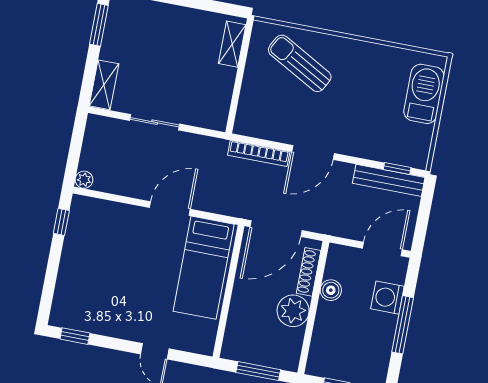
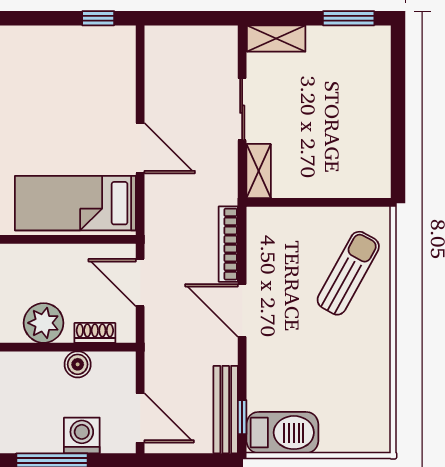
shelving: (232, 44) -> (259, 171), moved, turned 90
barbecue: (424, 94) -> (282, 433), moved
plant: (84, 180) -> (155, 36), removed
door: (276, 229) -> (140, 283), width x0.73
shoe rack: (309, 272) -> (95, 333), width x0.70

